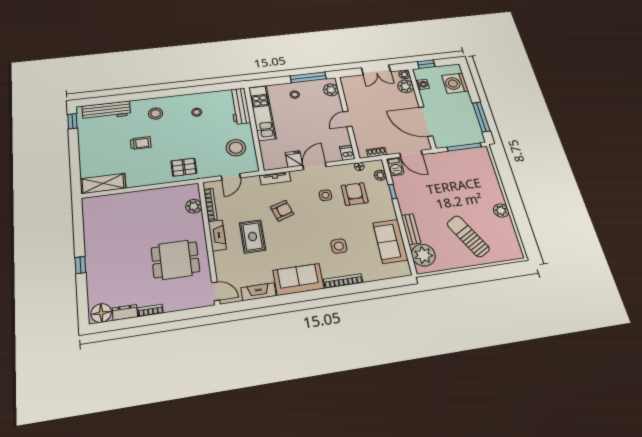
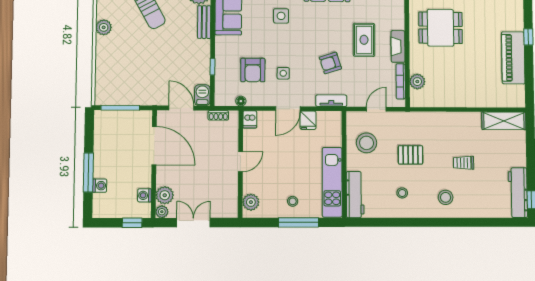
window: (308, 77) -> (299, 222), moved
washing machine: (455, 83) -> (100, 186), width x0.53, depth x0.53
workbench: (106, 111) -> (518, 193), moved, turned -90
window: (481, 117) -> (88, 172), moved
pallet: (184, 167) -> (411, 155), moved
plant: (380, 175) -> (221, 87), removed
piano: (96, 242) -> (513, 58), added

